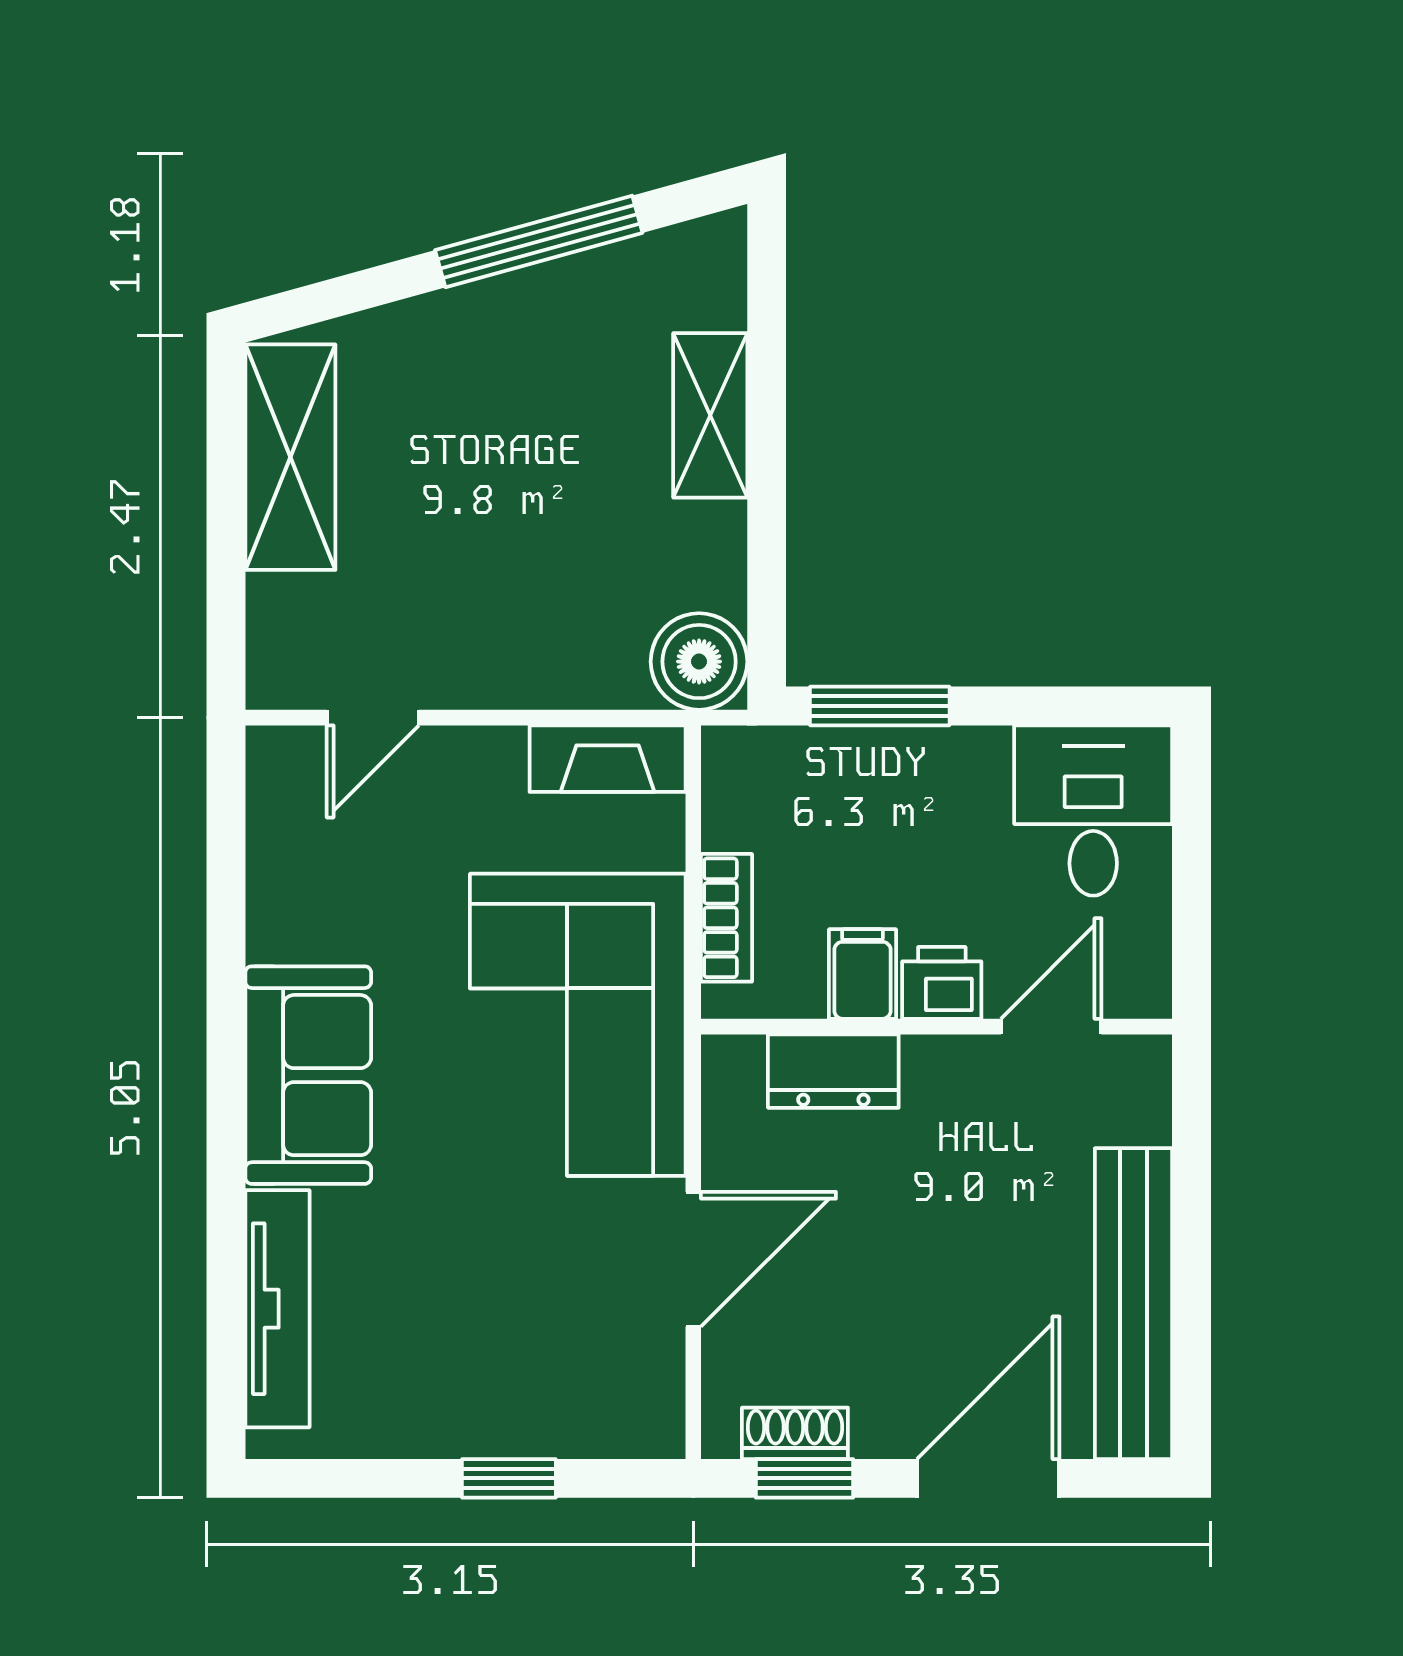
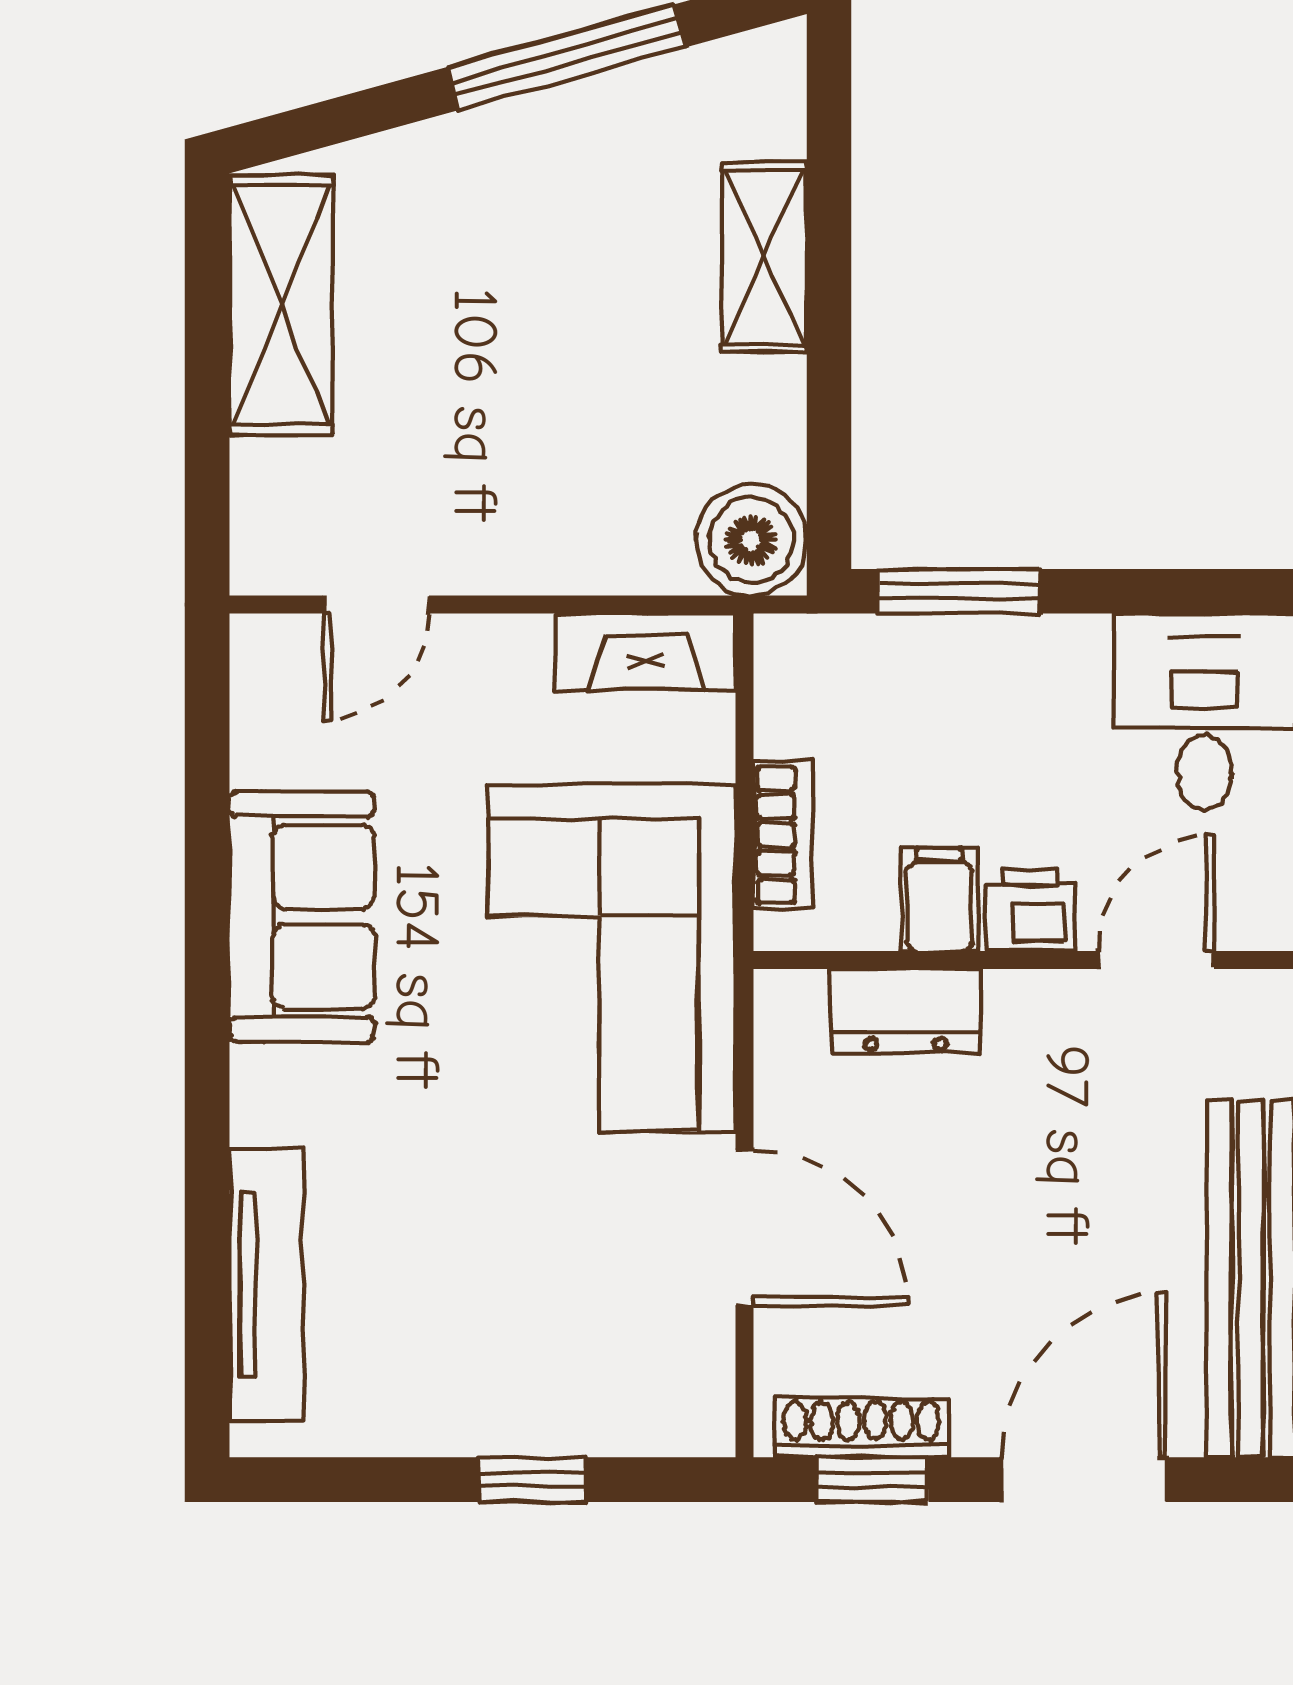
sofa: (308, 1075) -> (302, 917), moved
door: (693, 1259) -> (745, 1228), hinge flipped
shoe rack: (795, 1433) -> (862, 1428), width x1.43

